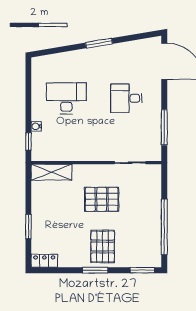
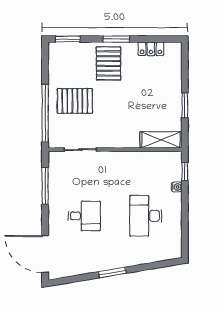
desk: (66, 98) -> (146, 216), turned 90
pallet: (102, 199) -> (75, 101), moved
window: (28, 227) -> (185, 105), moved
window: (164, 227) -> (45, 113), moved
locker: (44, 261) -> (151, 49), moved

